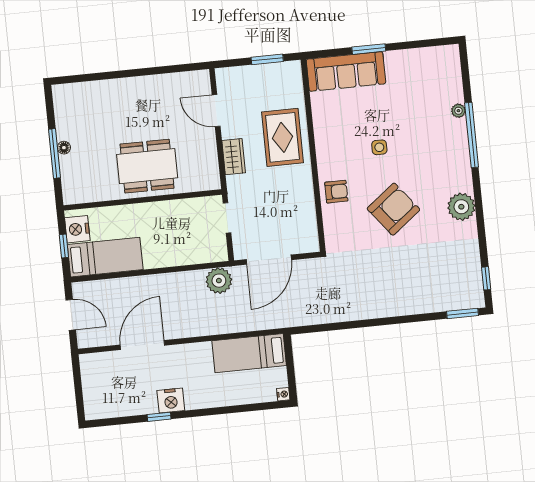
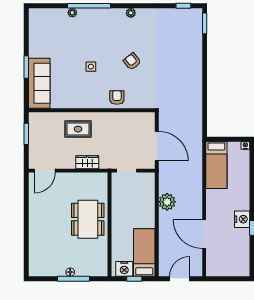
door: (216, 111) -> (45, 171), moved
rug: (282, 137) -> (78, 129), width x0.73, depth x0.70
plant: (461, 207) -> (131, 13), width x0.53, depth x0.53
armchair: (393, 209) -> (132, 61), width x0.53, depth x0.53
plant: (219, 281) -> (167, 202), moved

